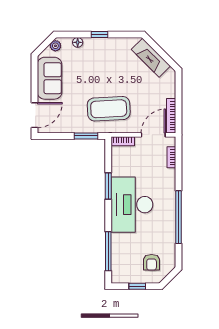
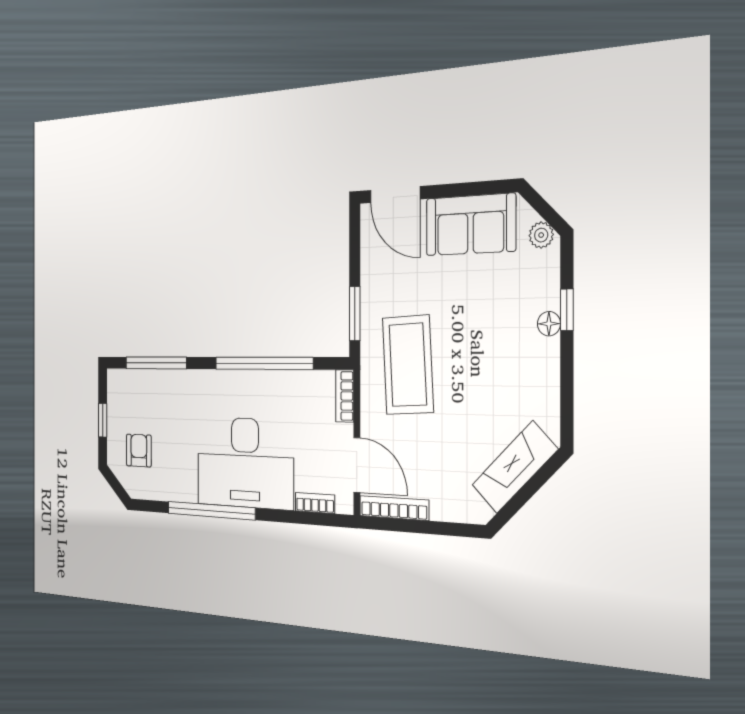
window: (99, 34) -> (567, 310), moved
floor lamp: (78, 42) -> (549, 324), moved
window: (108, 186) -> (264, 363), width x2.11
desk: (132, 205) -> (245, 463), moved, turned 180
armchair: (152, 262) -> (139, 450), turned 90

